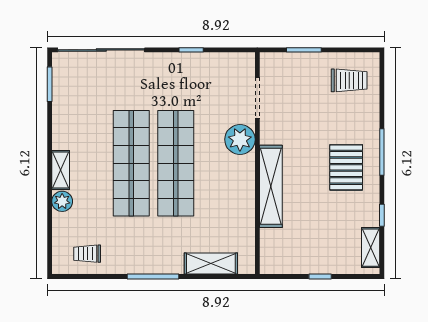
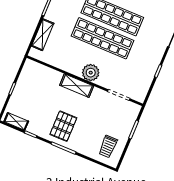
plant: (240, 139) -> (91, 73), moved
pallet: (346, 167) -> (63, 126), turned 90
shelving: (271, 186) -> (77, 86), width x0.68

